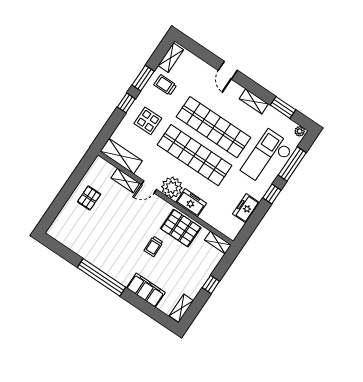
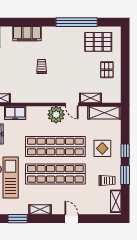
door: (149, 187) -> (72, 104), swing flipped
freezer: (191, 203) -> (15, 113), moved
pallet: (181, 228) -> (98, 42), moved
window: (101, 277) -> (77, 22), moved

